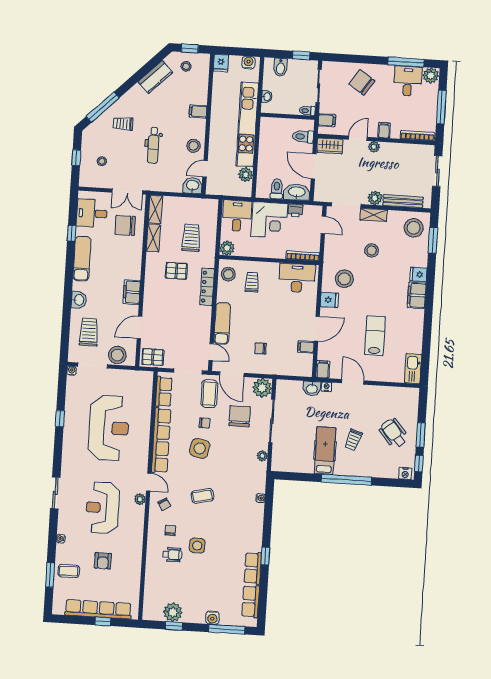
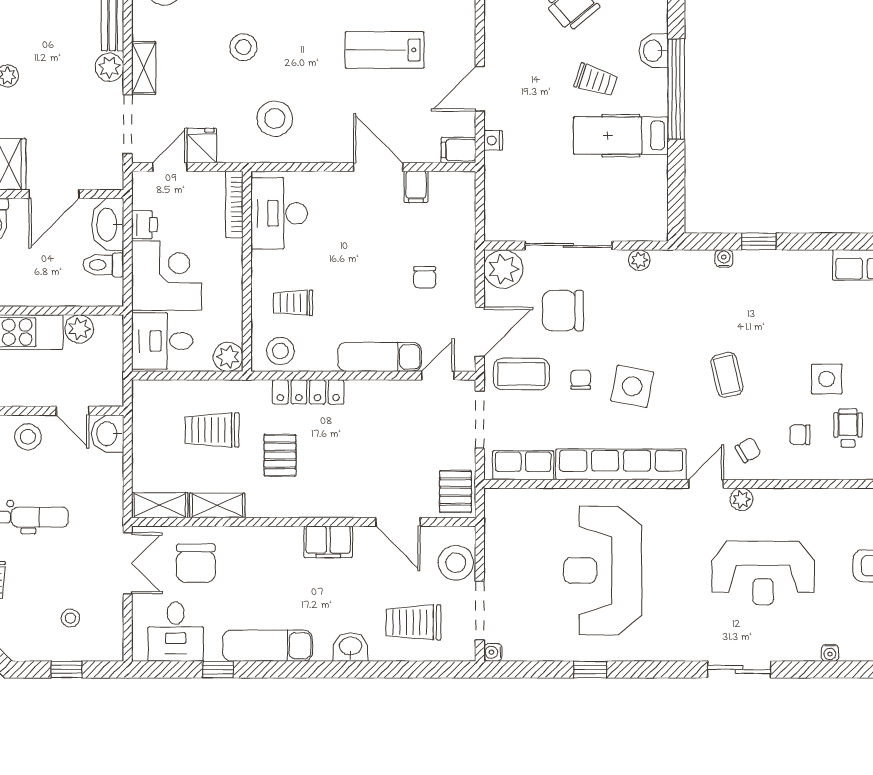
stool: (372, 250) -> (243, 47), moved
fridge: (329, 300) -> (202, 146), moved
washbasin: (312, 389) -> (654, 51), moved, turned 180
reception desk: (109, 428) -> (603, 570), turned -90
window: (265, 556) -> (759, 241), moved

